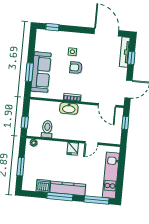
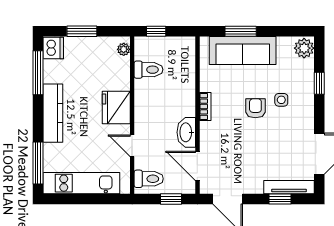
window: (52, 27) -> (319, 83), moved
plant: (43, 35) -> (304, 48), added
door: (107, 105) -> (197, 166), hinge flipped
washbasin: (69, 108) -> (186, 132), moved
toilet: (112, 135) -> (149, 179), added
fridge: (73, 149) -> (116, 108), width x1.88, depth x1.34
dishwasher: (43, 186) -> (53, 48), moved
window: (60, 197) -> (38, 73), moved

